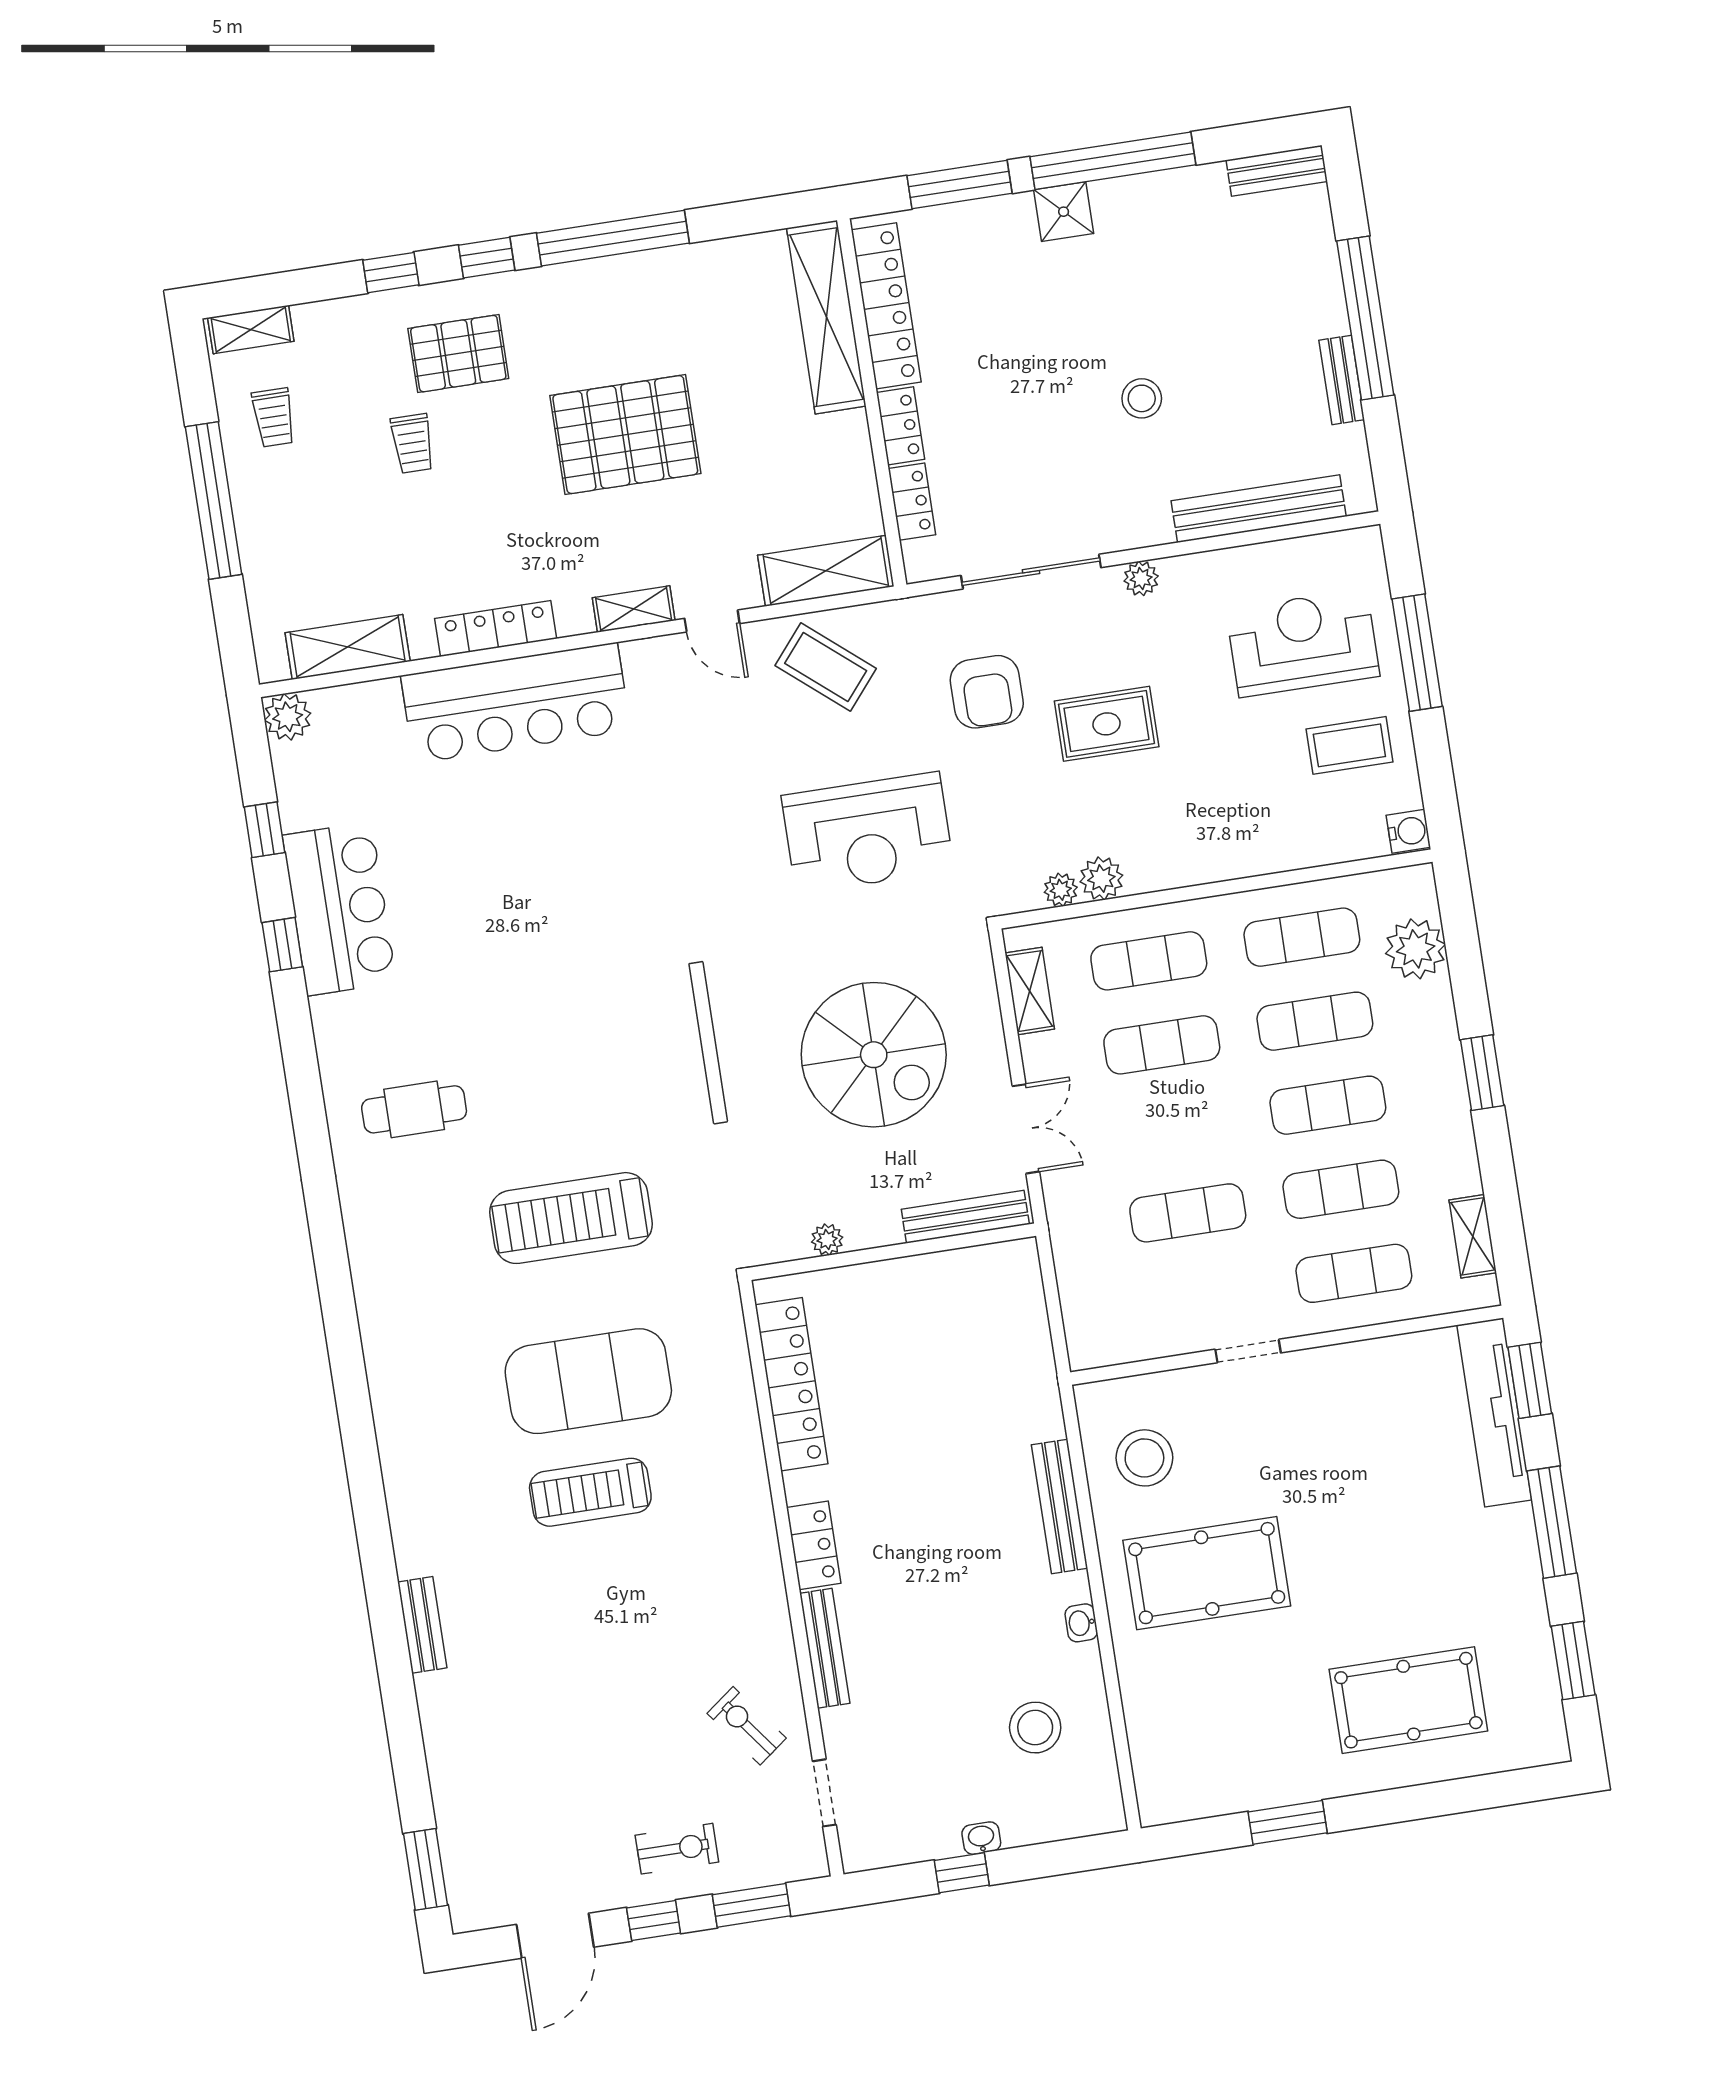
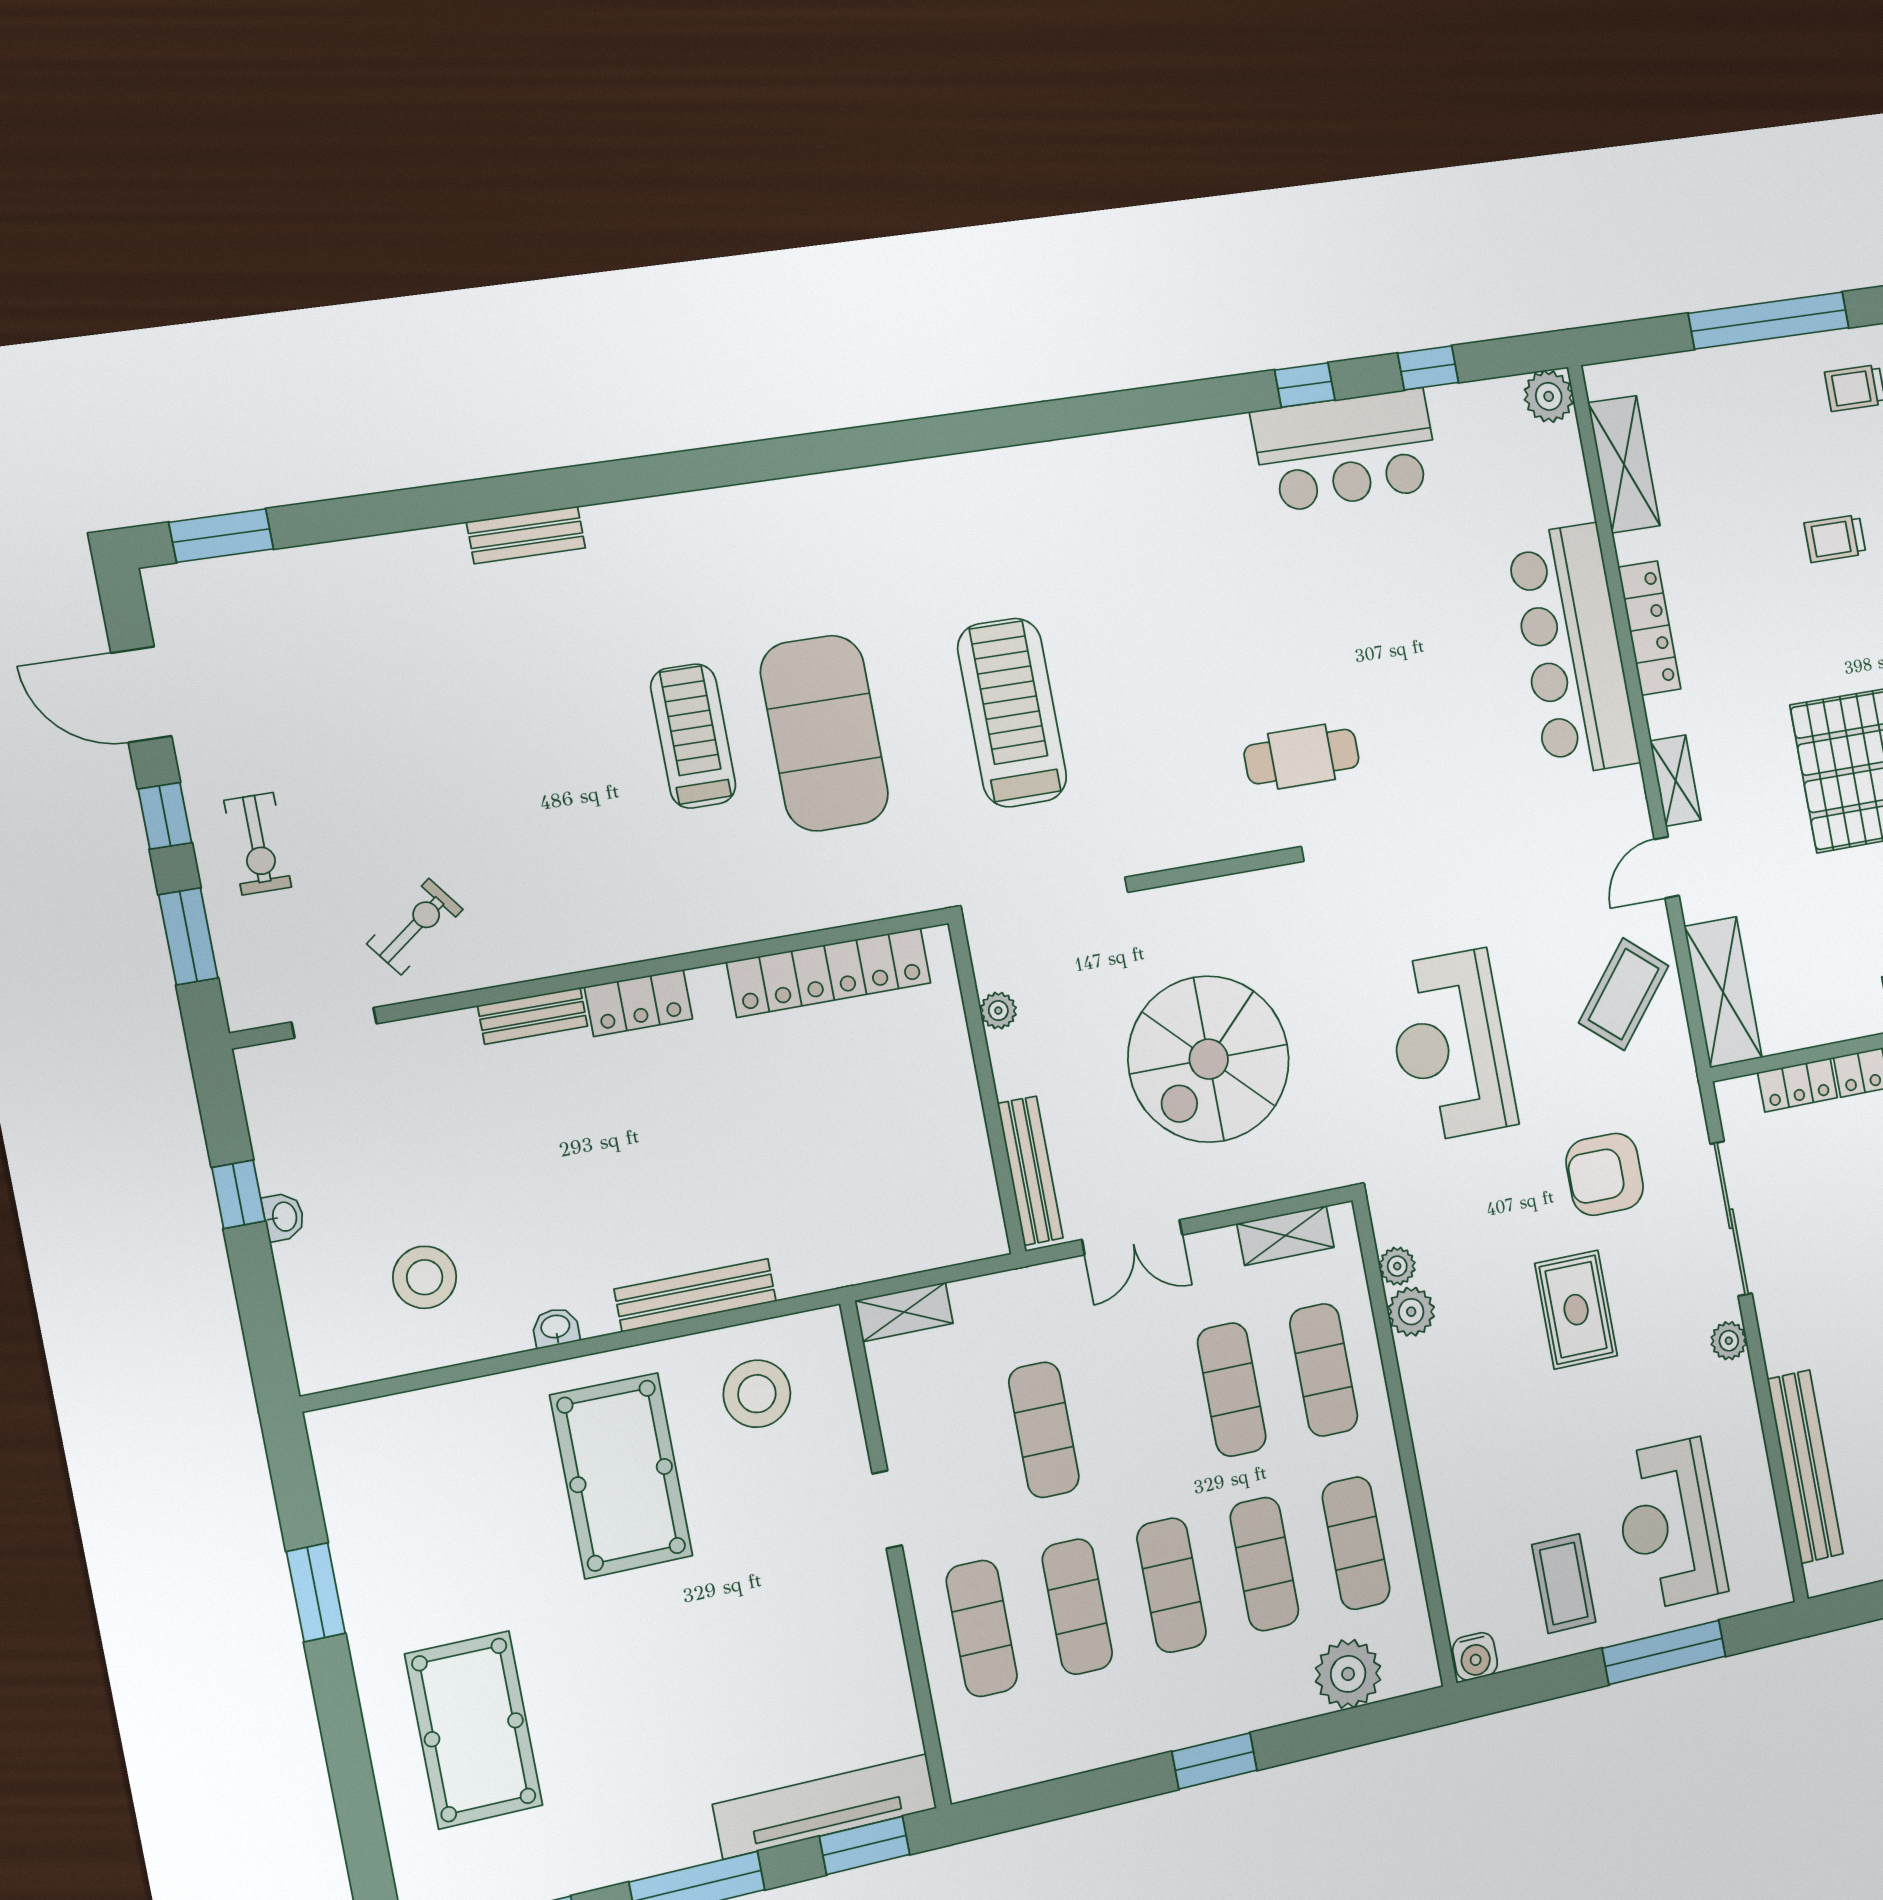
reception desk: (1303, 643) -> (1669, 1524), turned 180
cafe table: (414, 1109) -> (1302, 756), moved, turned 90
shelving: (1473, 1236) -> (904, 1312), moved
bench: (825, 1648) -> (533, 1016), width x0.73

